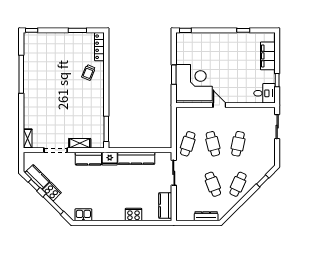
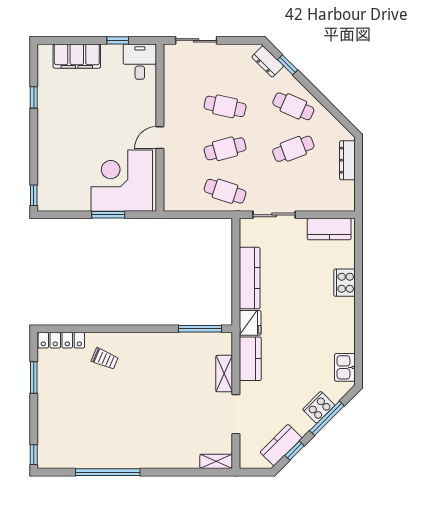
dresser: (265, 169) -> (268, 61), added
cooker: (52, 191) -> (319, 407), moved

